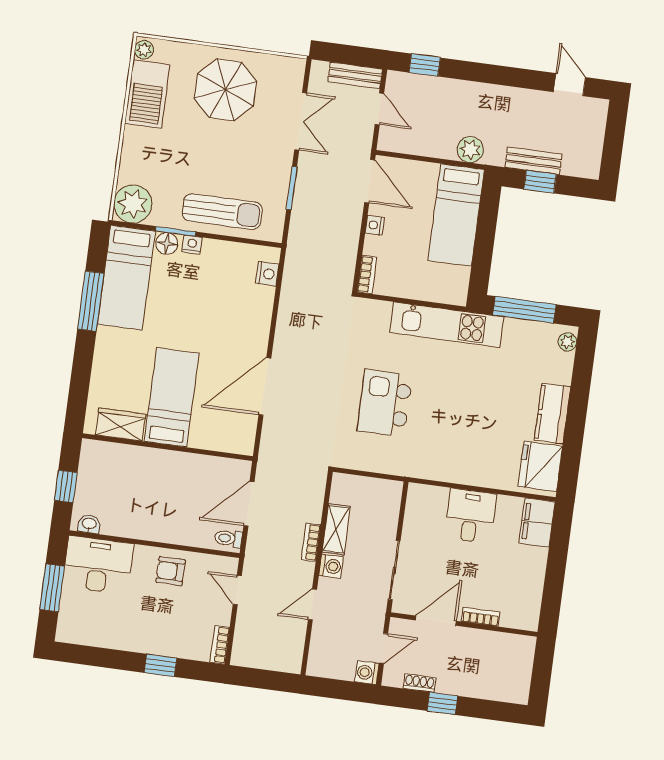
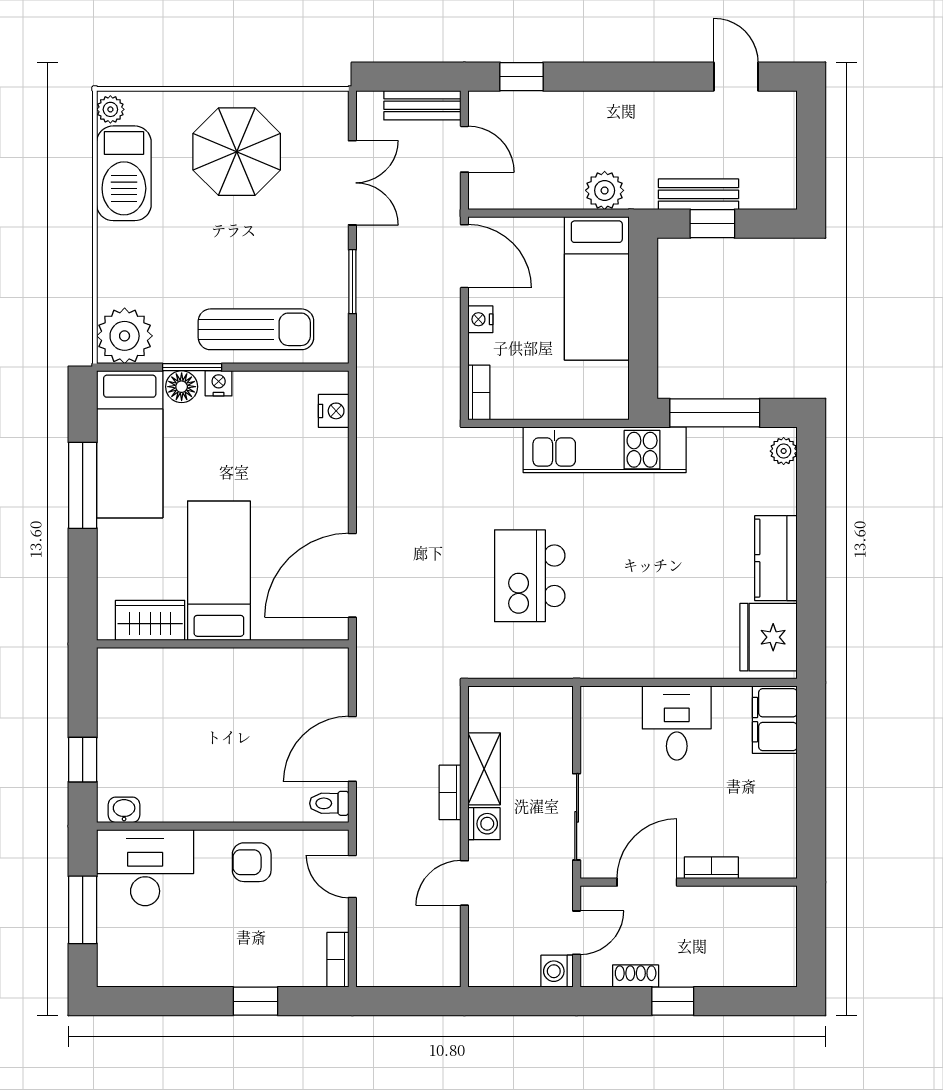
bed: (172, 397) -> (219, 571), moved
wardrobe: (121, 424) -> (150, 620), moved
wall: (167, 447) -> (223, 644), moved

